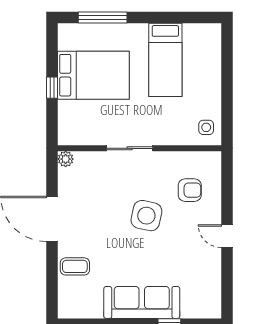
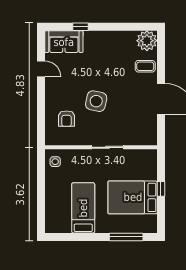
plant: (66, 159) -> (147, 41), moved, width x1.87, depth x1.87
armchair: (190, 190) -> (67, 119), turned -90
door: (227, 236) -> (41, 69), moved
sofa: (142, 302) -> (64, 42), moved, width x0.73

